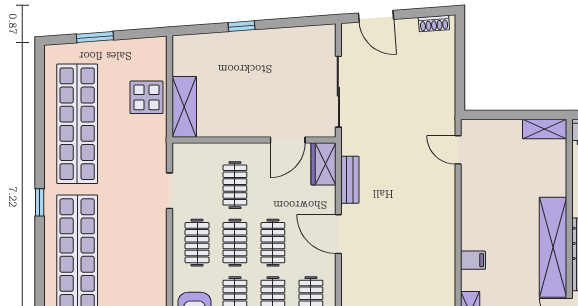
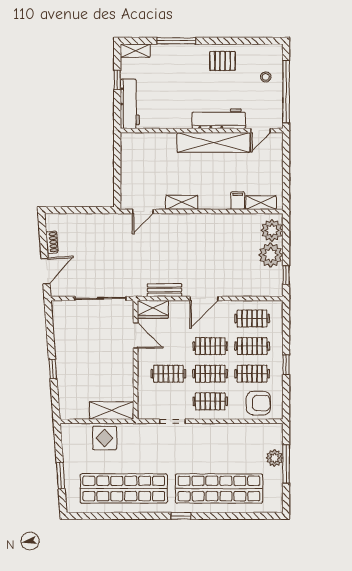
shoe rack: (434, 24) -> (52, 242), moved
shelving: (545, 129) -> (182, 202), moved, turned 90
filing cabinet: (473, 260) -> (238, 201), moved

